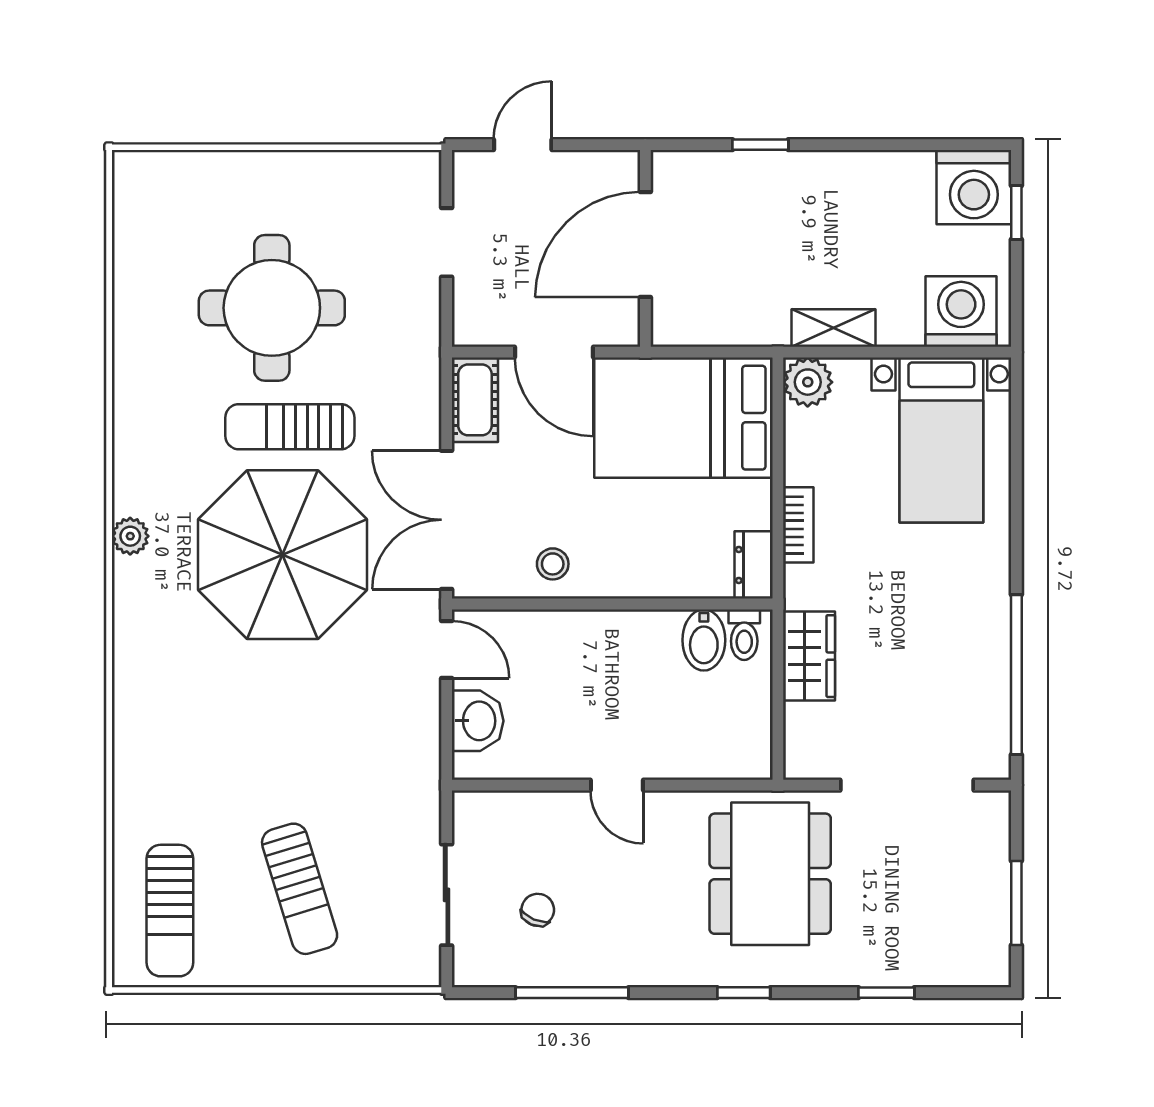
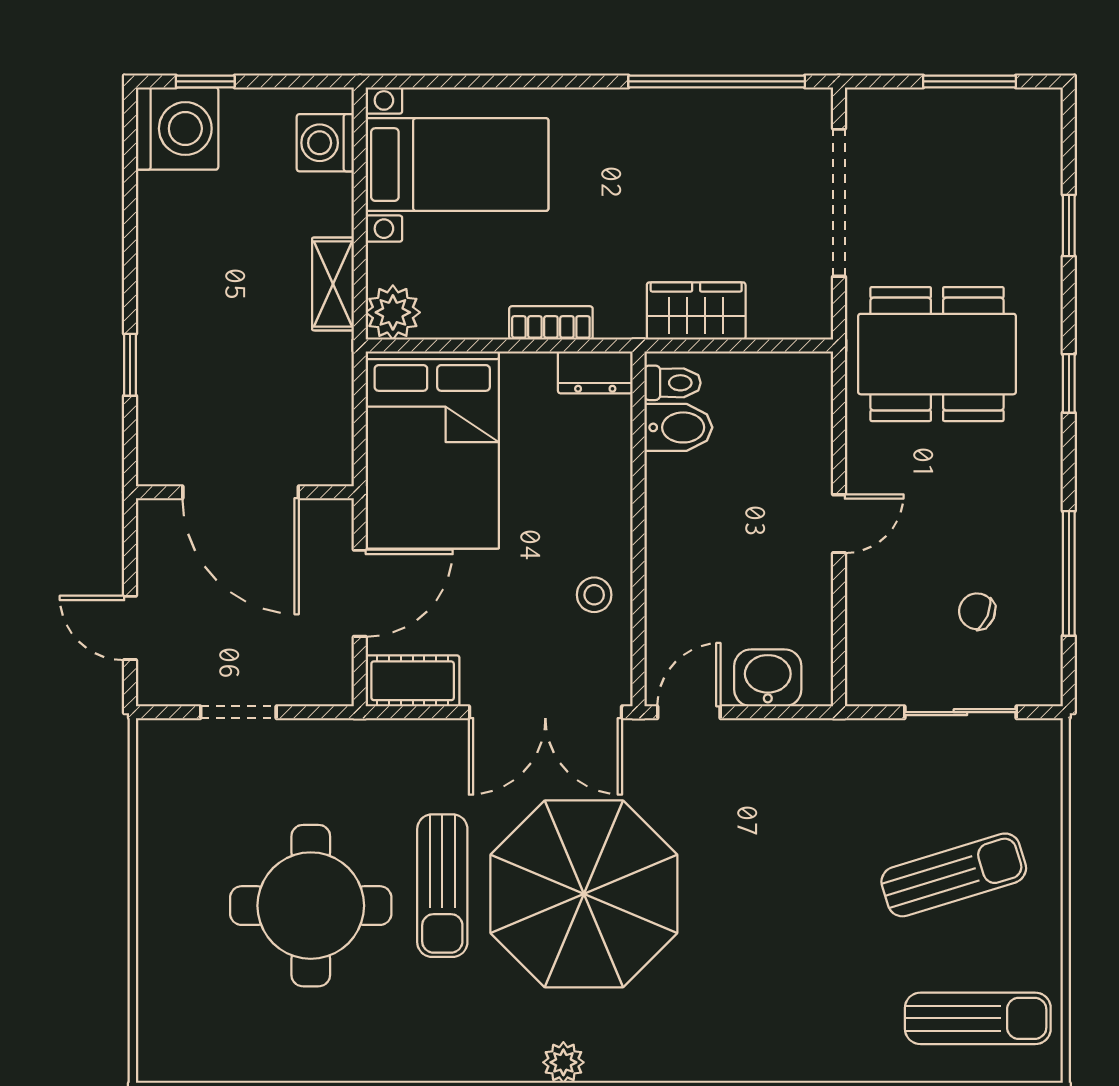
washing machine: (961, 311) -> (325, 143), width x0.73, depth x0.73

